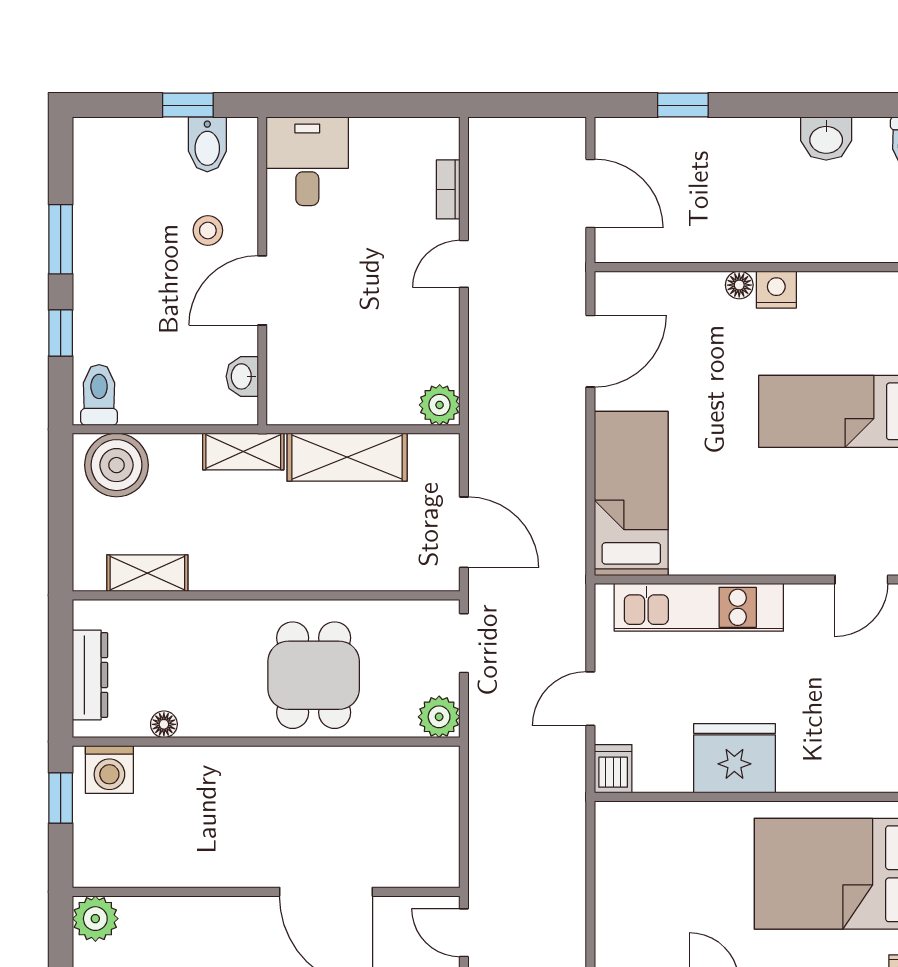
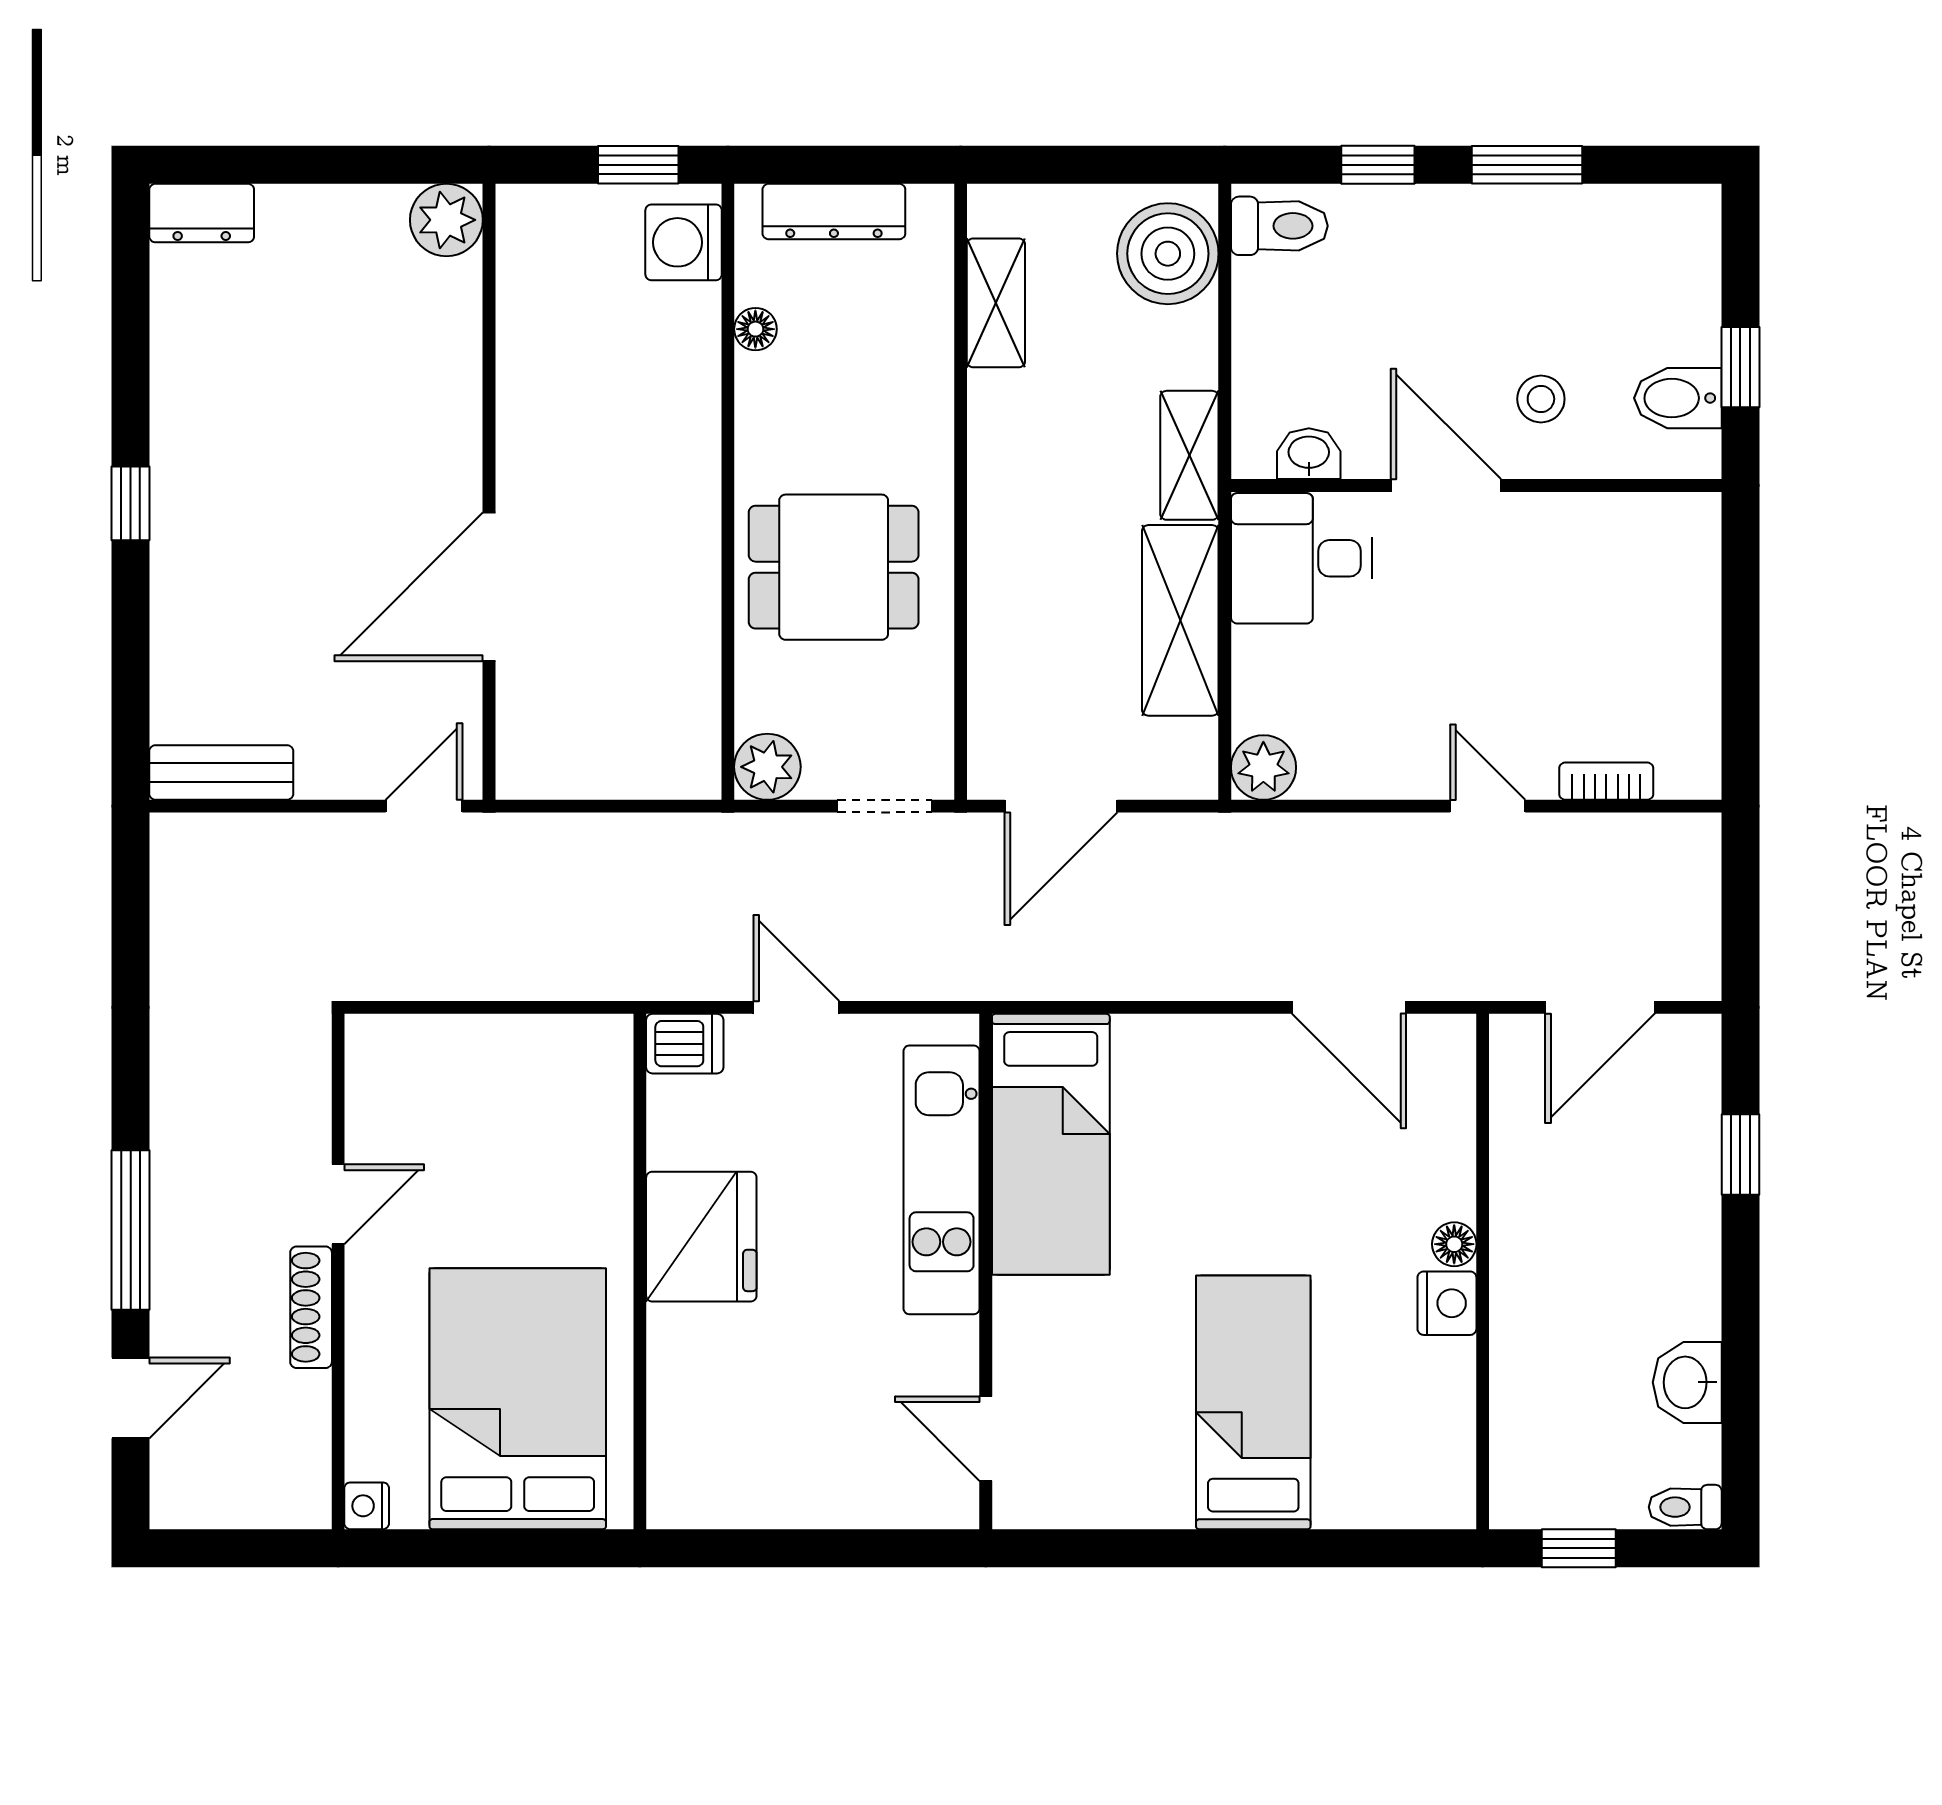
desk: (307, 161) -> (1301, 558), moved, turned 180
bed: (631, 493) -> (1051, 1144), moved, turned 90

